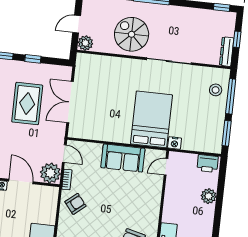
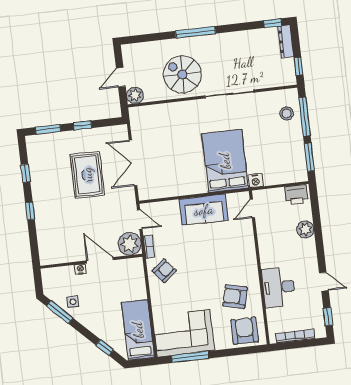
window: (237, 39) -> (299, 66), moved
dresser: (227, 52) -> (286, 41), moved

